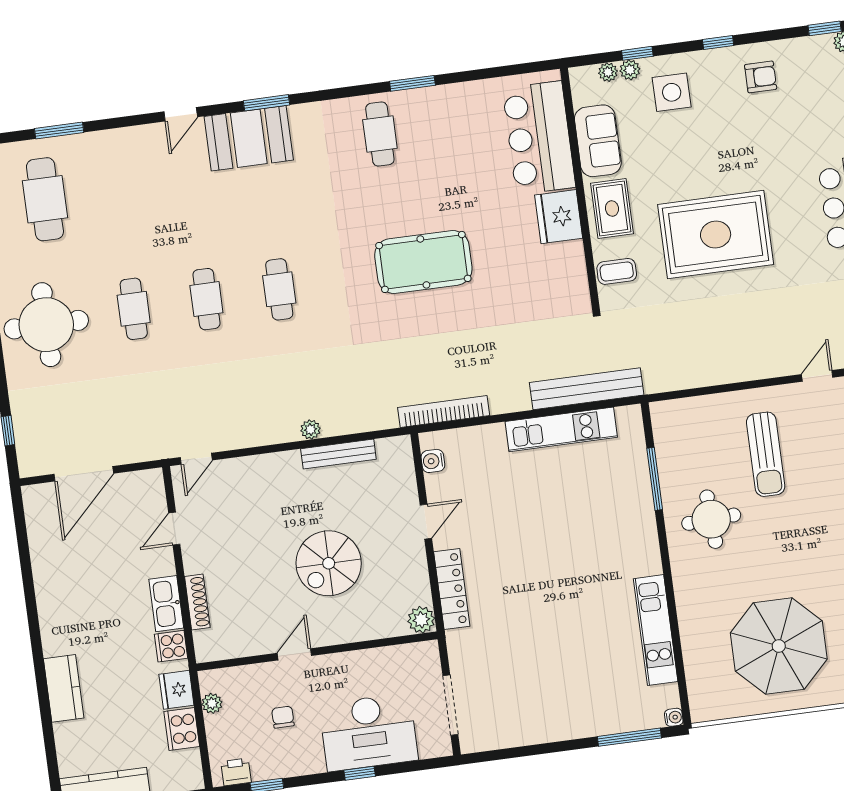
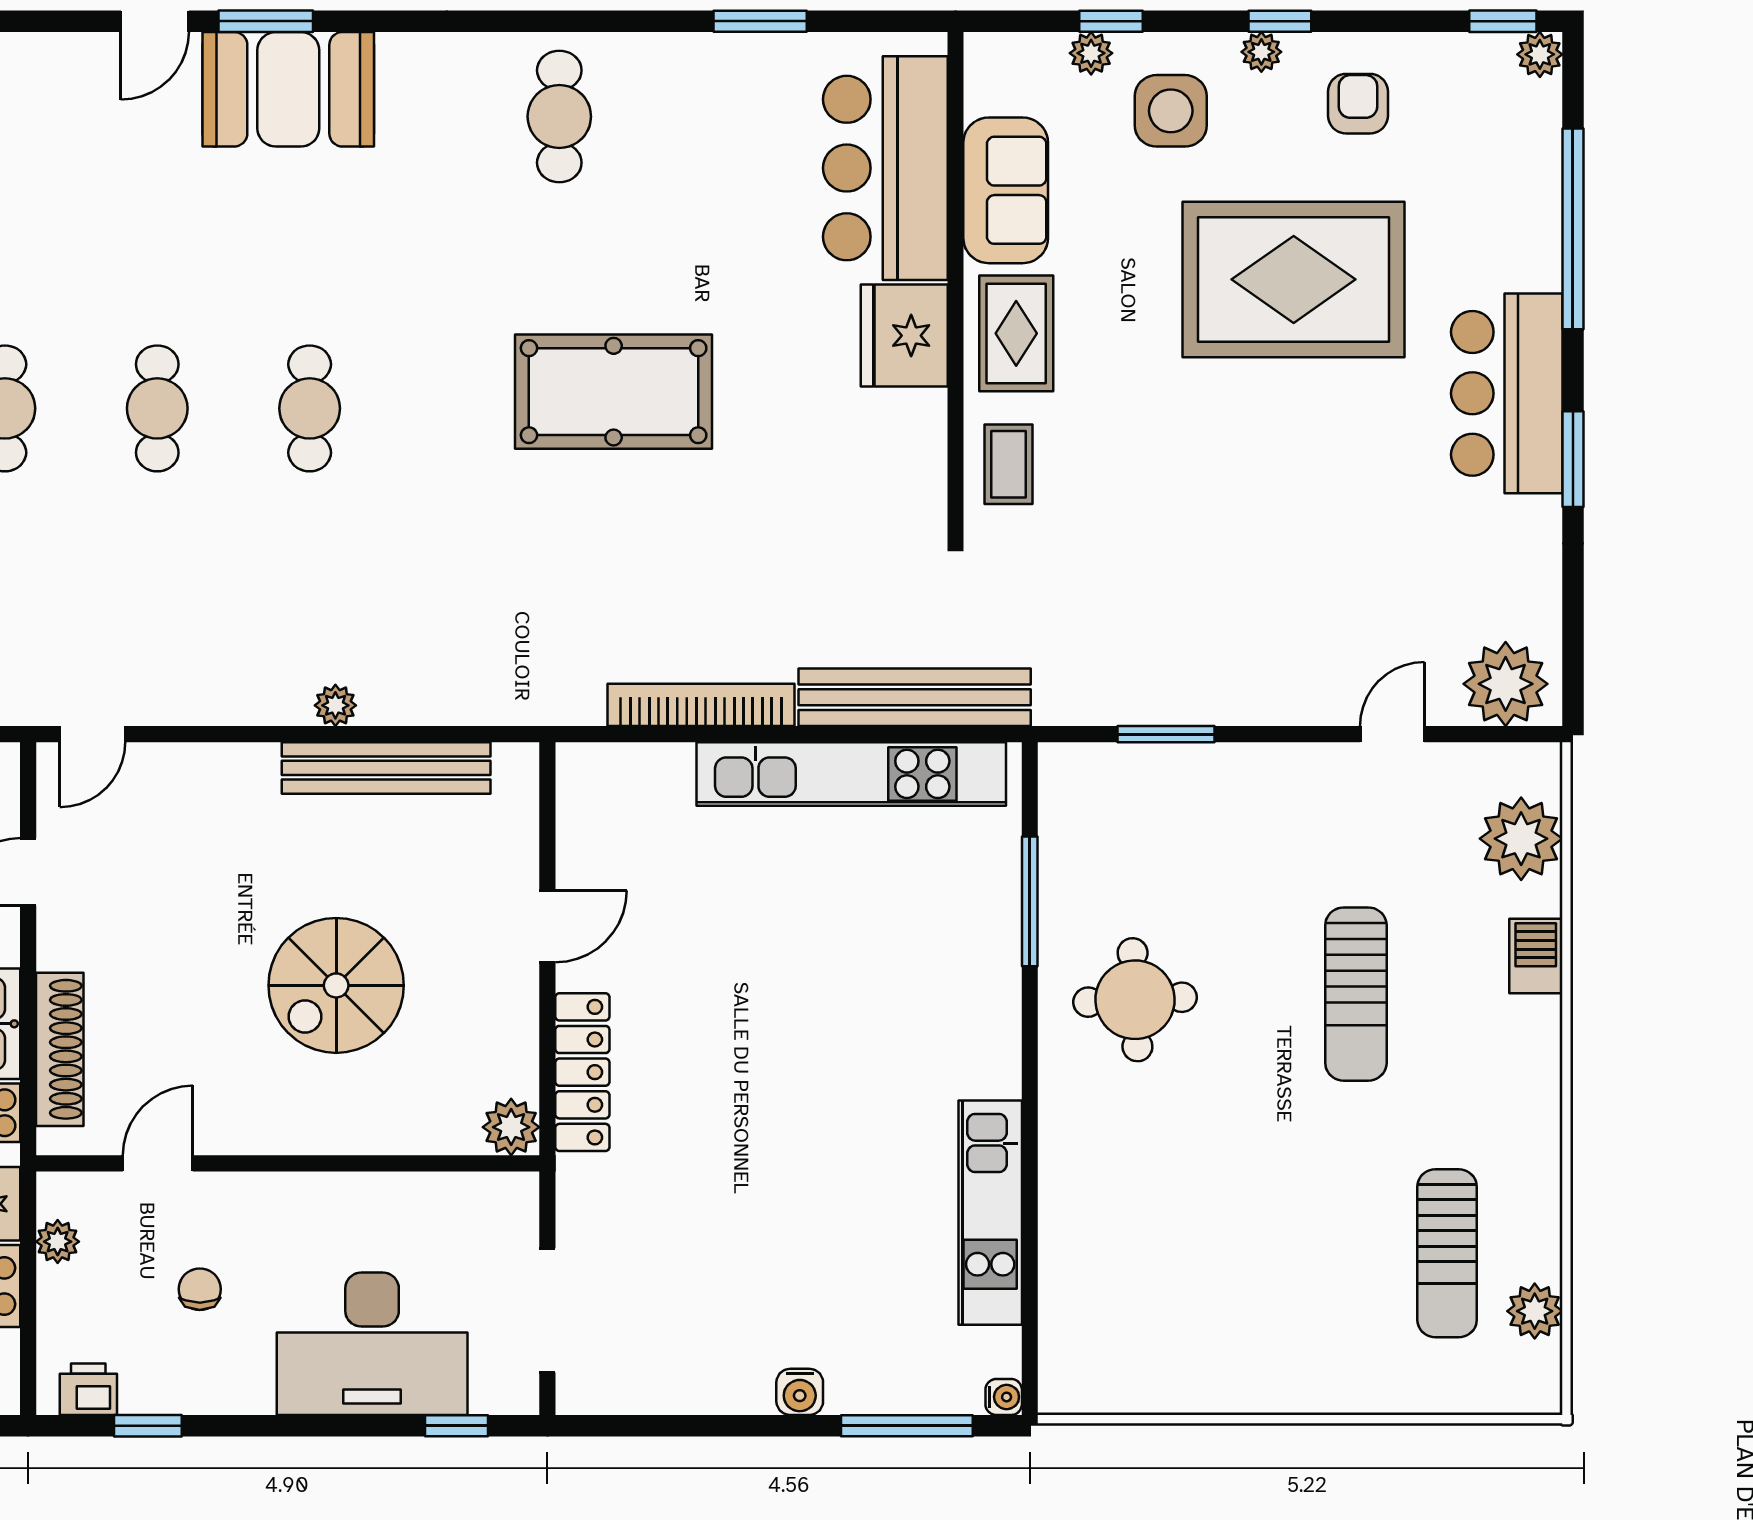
plant: (608, 72) -> (1261, 52), moved
armchair: (761, 77) -> (1358, 104), turned -90
window: (412, 83) -> (760, 21), moved
window: (266, 103) -> (266, 21), moved
rug: (716, 234) -> (1294, 279), moved
coffee table: (617, 271) -> (1009, 464), turned 90
window: (709, 390) -> (1166, 734), added
bookcase: (444, 412) -> (701, 705), moved
kitchen unit: (561, 429) -> (851, 774), width x1.36
bench: (338, 454) -> (386, 768), width x1.37, depth x1.21
sun lounger: (766, 454) -> (1356, 994), moved
water cooler: (433, 461) -> (800, 1392), moved, turned -90
shoe rack: (197, 602) -> (60, 1049), width x1.36, depth x1.24
parasol: (779, 646) -> (1239, 1279), removed
door: (294, 654) -> (158, 1163), moved
window: (360, 773) -> (457, 1426), moved

